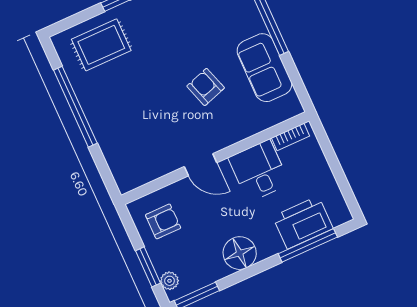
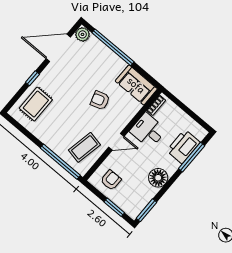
sofa: (264, 68) -> (136, 85), moved
window: (75, 107) -> (60, 162), moved
coffee table: (146, 150) -> (84, 147), added
plant: (169, 281) -> (129, 209), removed

